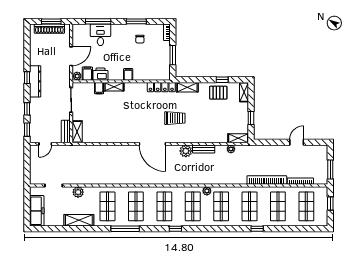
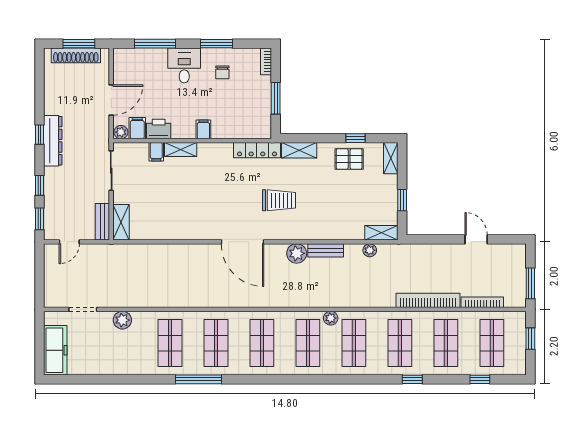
desk: (100, 35) -> (184, 65), moved
door: (297, 142) -> (476, 239), hinge flipped
shelving: (79, 220) -> (124, 366), removed
window: (175, 229) -> (480, 379), moved

